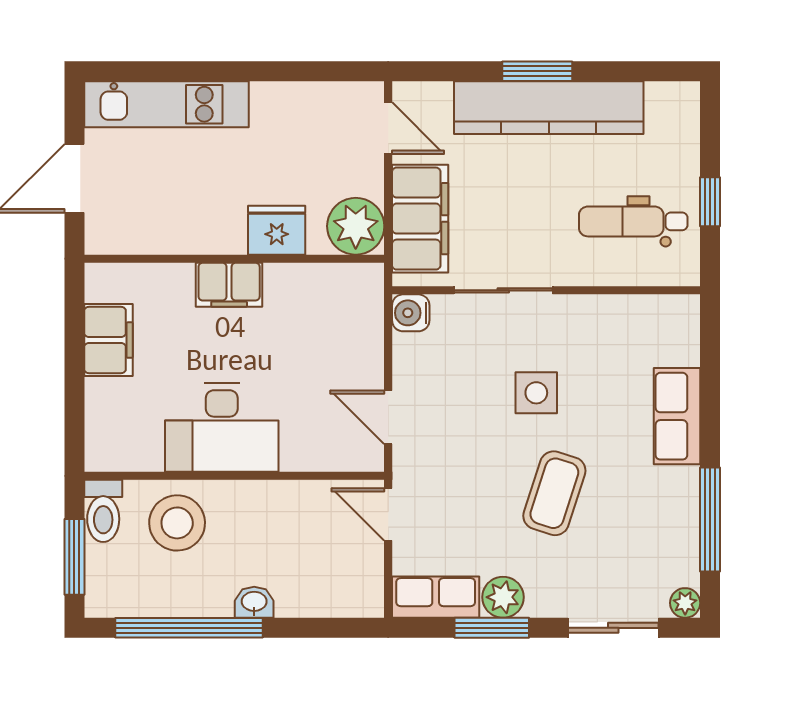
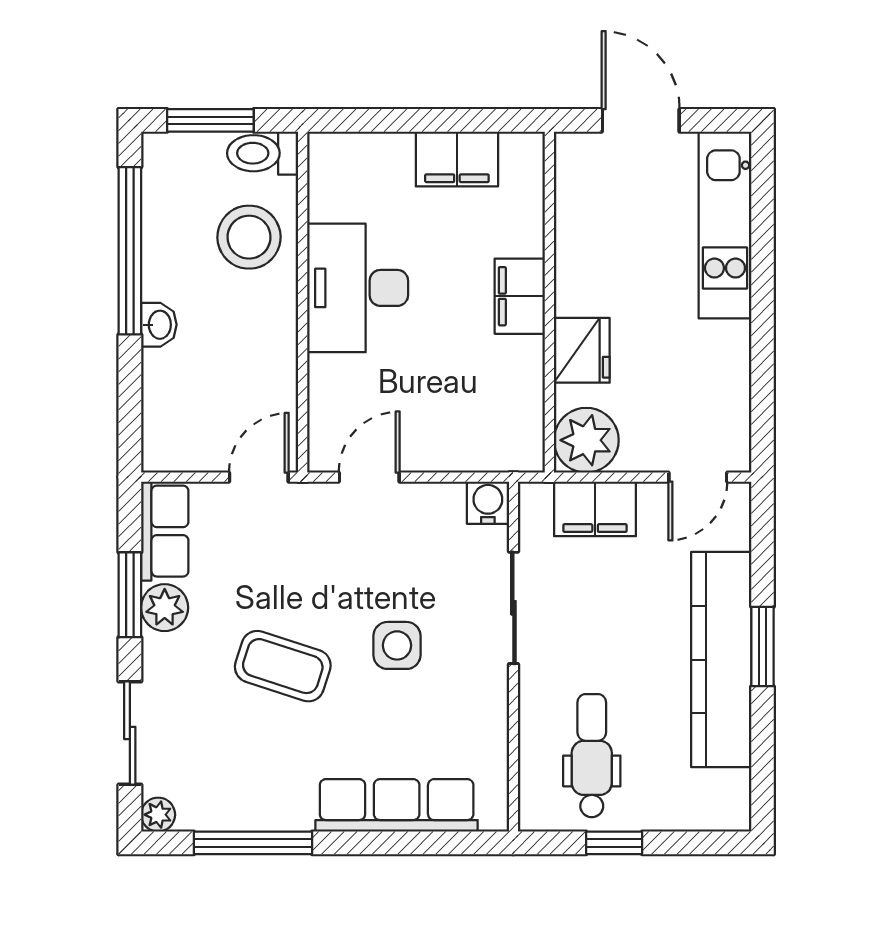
filing cabinet: (420, 219) -> (595, 509), width x0.67, depth x0.86
row of seats: (677, 416) -> (397, 805), width x1.48

